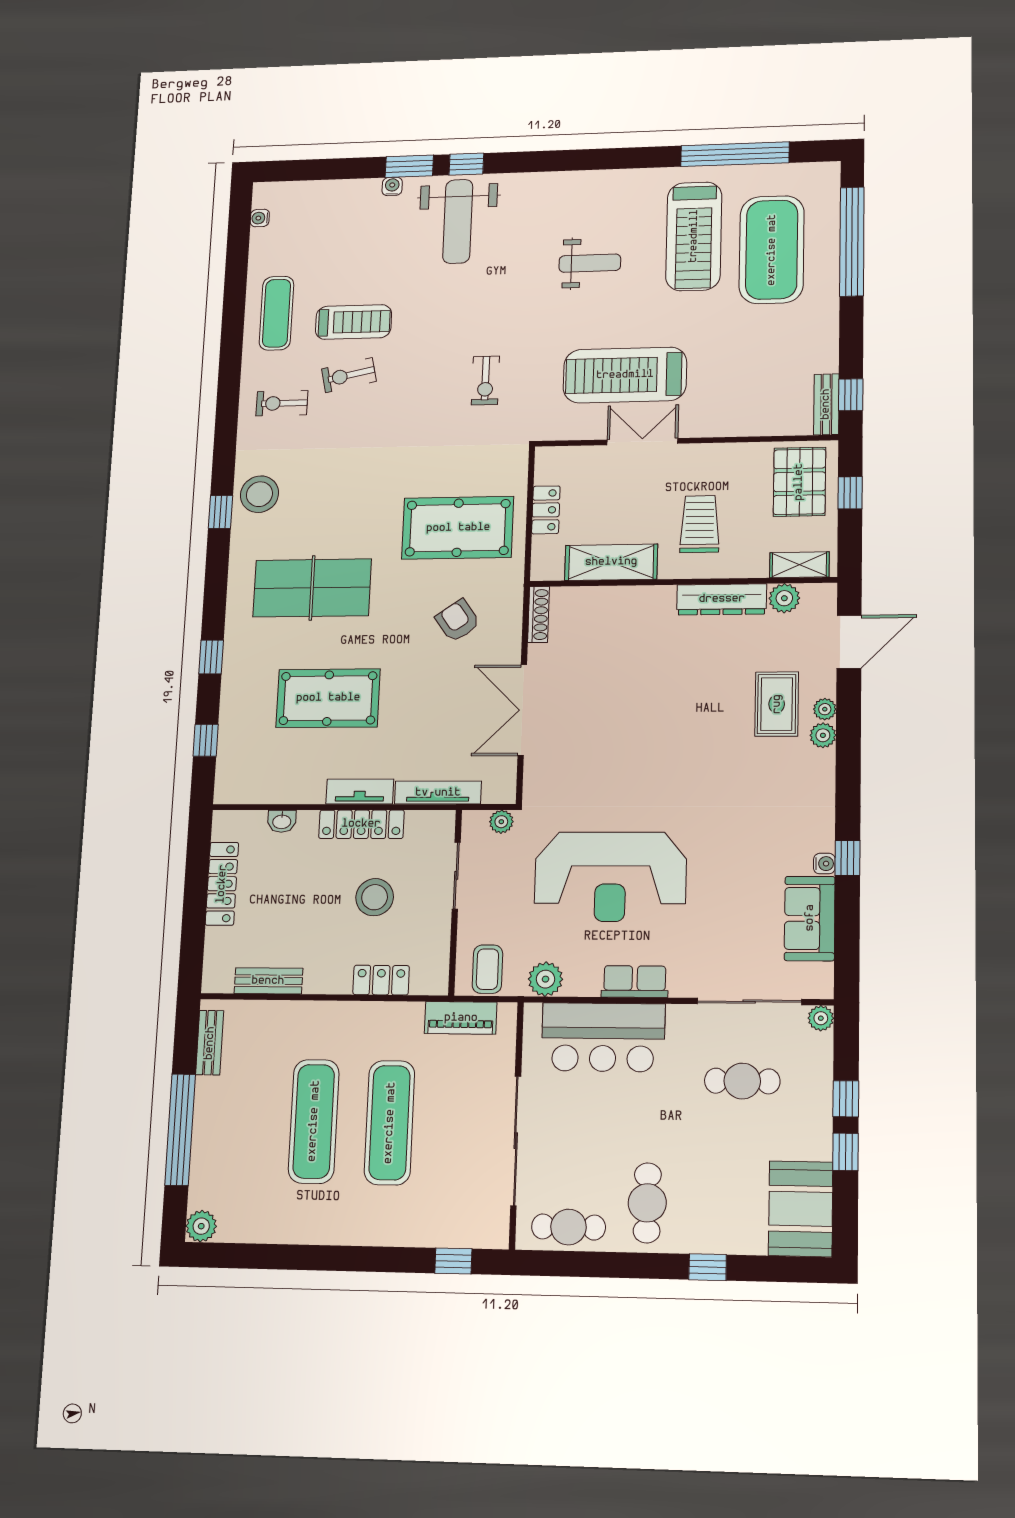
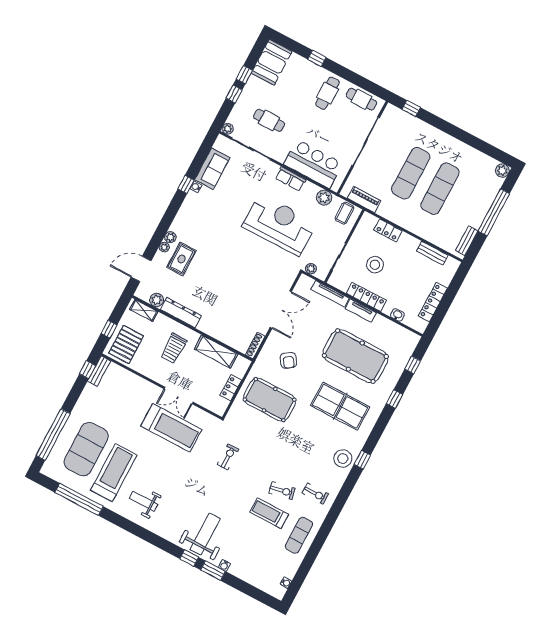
weight bench: (590, 263) -> (144, 501), moved
pool table: (328, 698) -> (355, 356), width x1.36, depth x1.32

